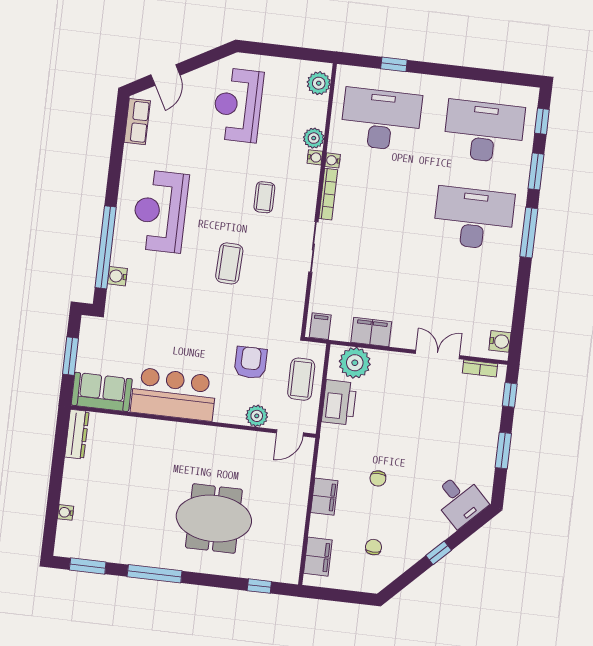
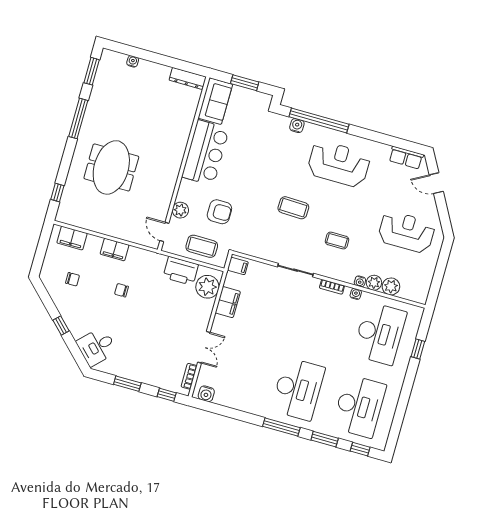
plant: (319, 83) -> (391, 286), moved
bookcase: (328, 194) -> (332, 287), width x0.64

